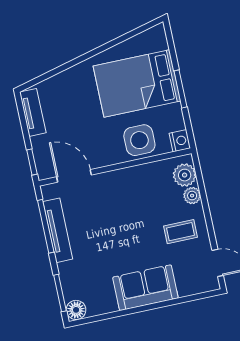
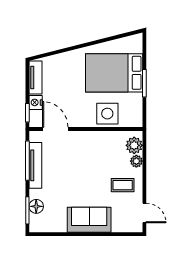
nightstand: (180, 141) -> (36, 102), moved, turned 180
floor lamp: (76, 310) -> (36, 206), moved

